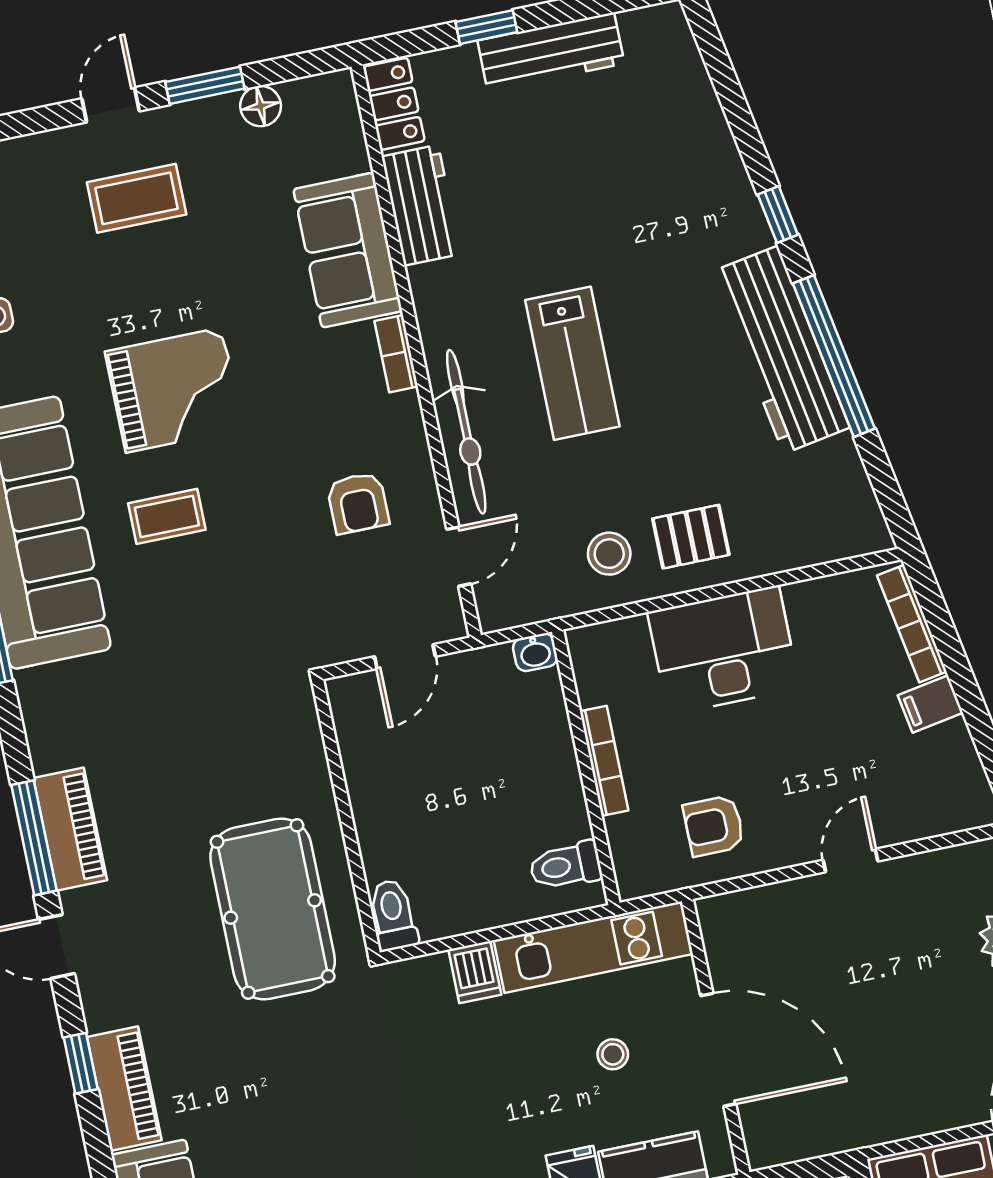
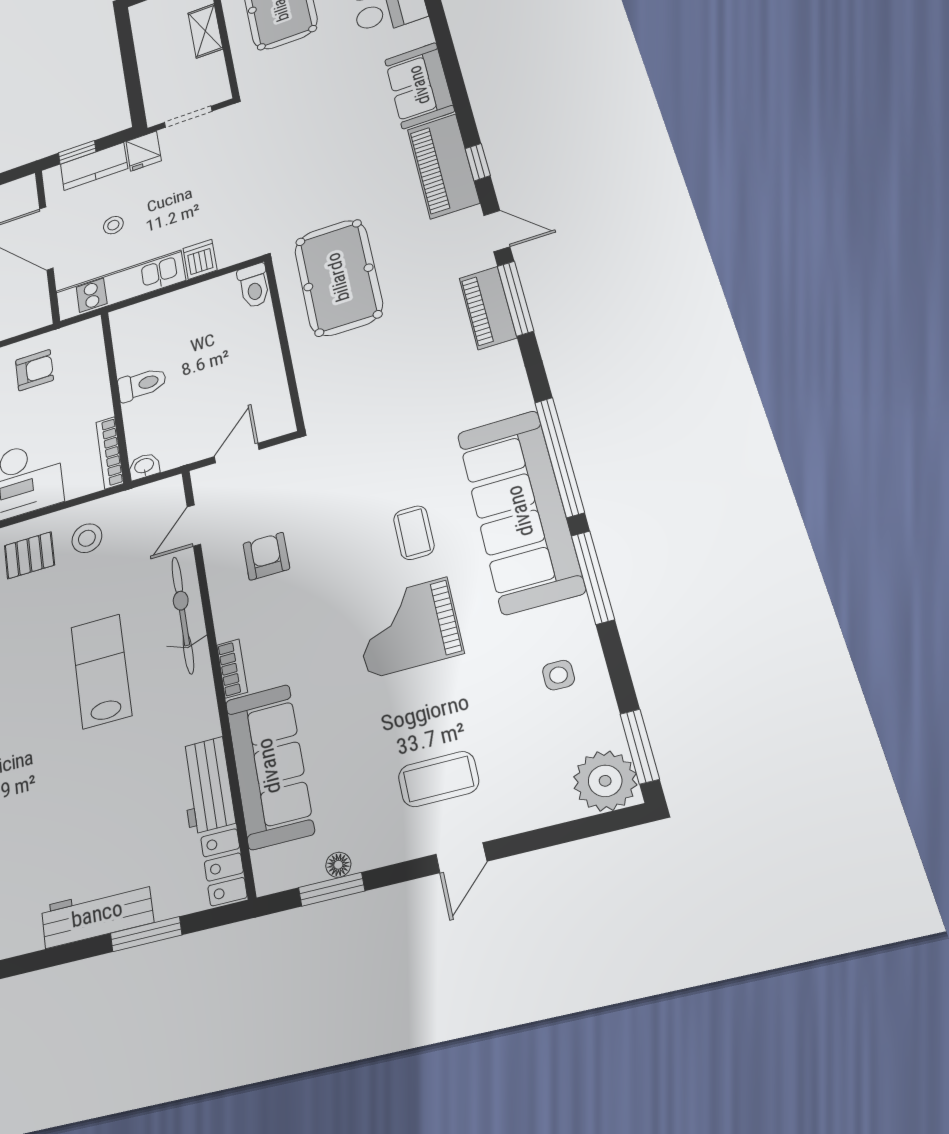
window: (486, 27) -> (146, 934), width x1.50
window: (205, 85) -> (332, 889), moved
floor lamp: (261, 106) -> (338, 865), width x0.73, depth x0.73
sofa: (348, 250) -> (269, 766), width x1.36
coffee table: (167, 516) -> (414, 533), turned 90
bookcase: (604, 761) -> (110, 453), moved
toilet: (566, 866) -> (142, 384), moved
piano: (124, 1089) -> (443, 166), width x1.37, depth x1.33

